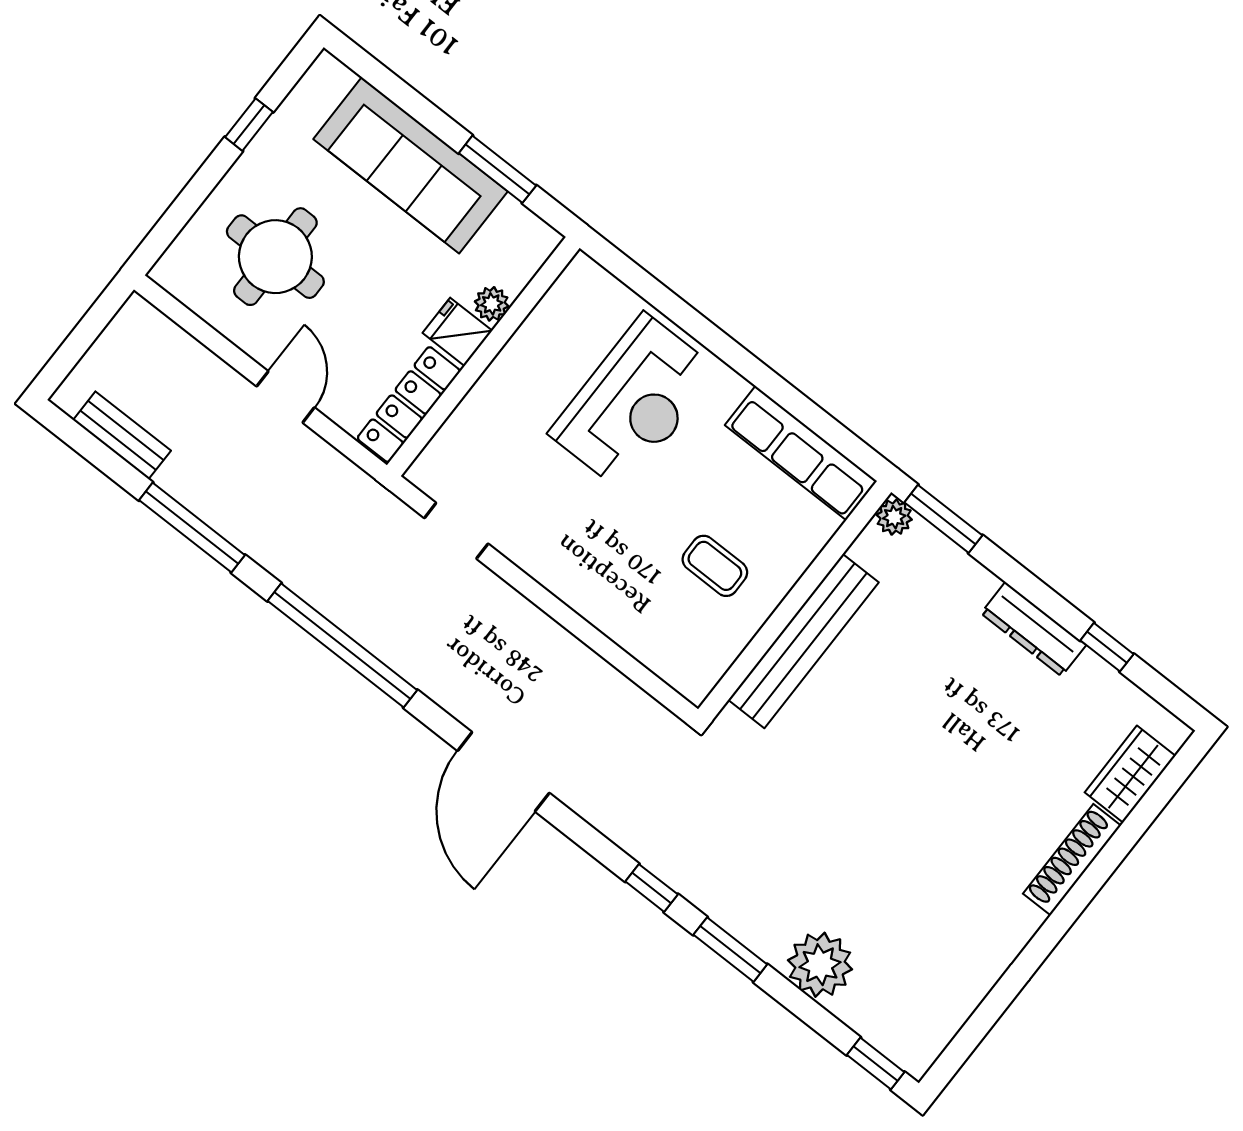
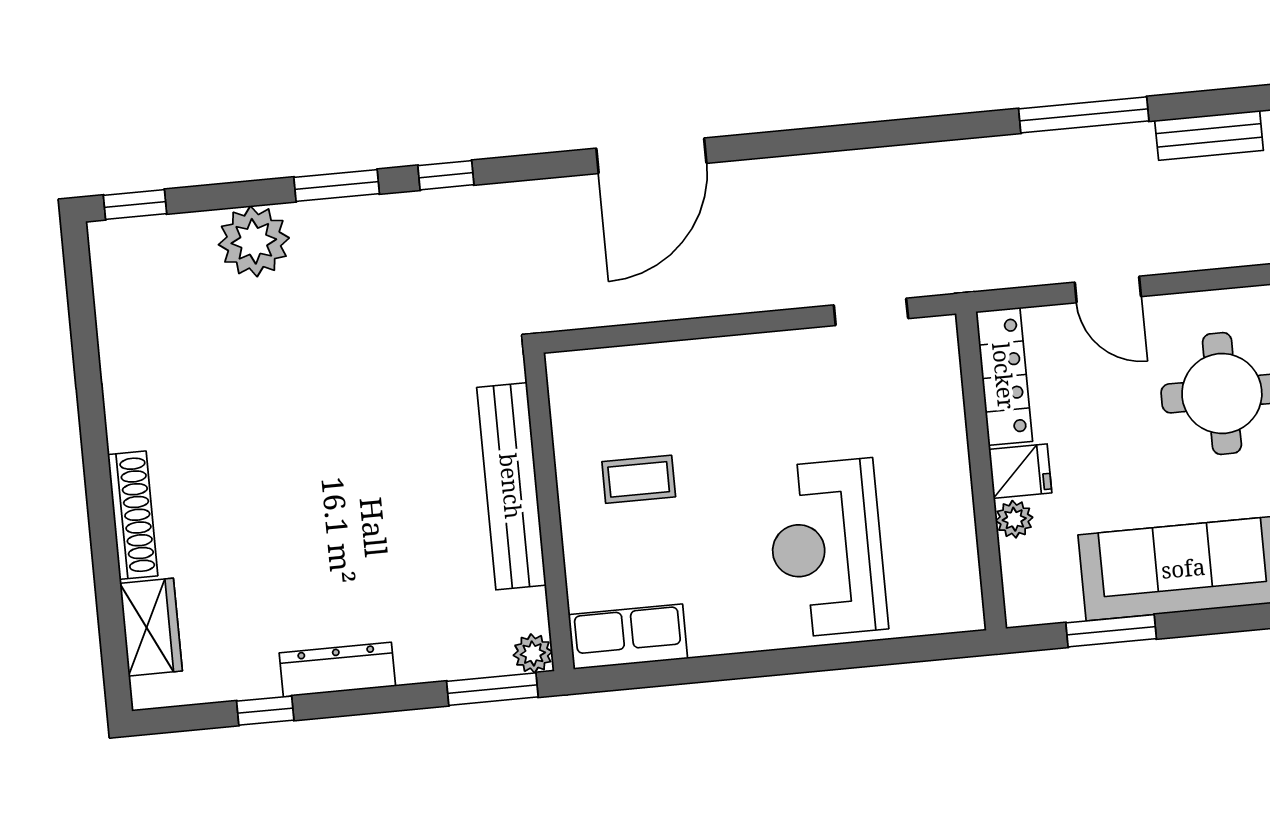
row of seats: (801, 453) -> (628, 637), width x0.68
window: (342, 645) -> (875, 135), removed
door: (504, 772) -> (651, 156), swing flipped

